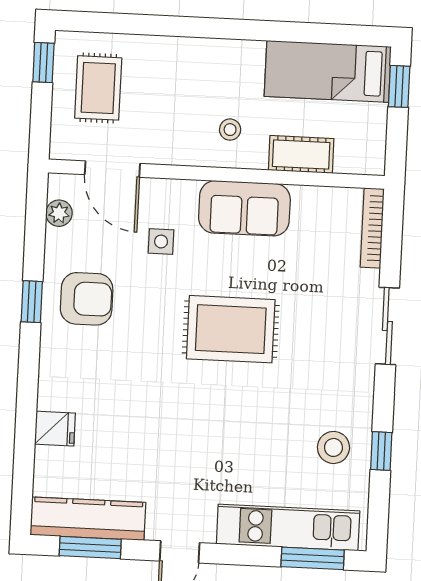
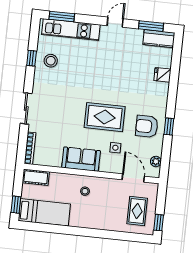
cot: (301, 154) -> (36, 177), moved
rug: (231, 329) -> (105, 117), moved
kitchen counter: (88, 519) -> (159, 39), width x0.67

